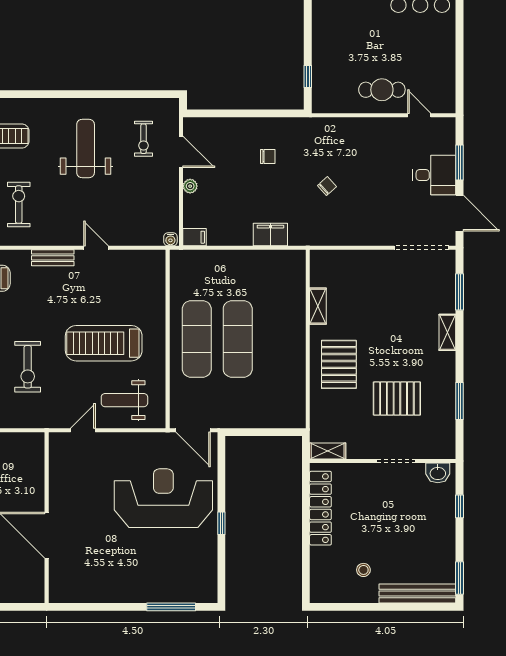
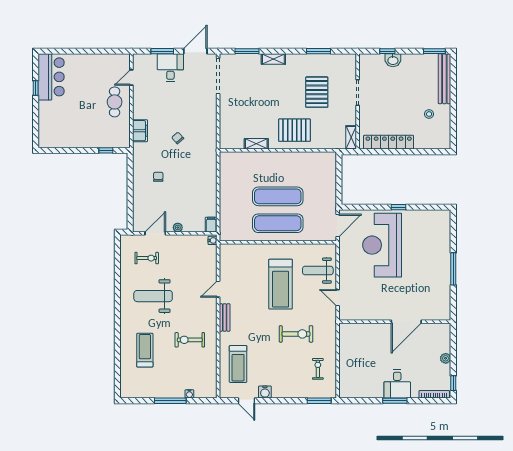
filing cabinet: (270, 235) -> (140, 131), moved, turned 180
weight bench: (124, 400) -> (318, 271), turned 90
washbasin: (438, 473) -> (393, 60), moved, turned 90
window: (171, 607) -> (453, 269), moved

